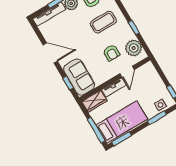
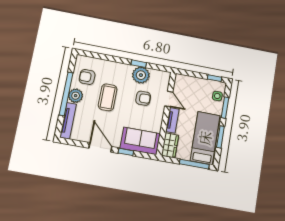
coffee table: (103, 22) -> (108, 97), moved
plant: (134, 48) -> (141, 75), moved
door: (50, 53) -> (100, 147), hinge flipped
window: (68, 83) -> (126, 152), moved
window: (122, 139) -> (220, 137), moved

